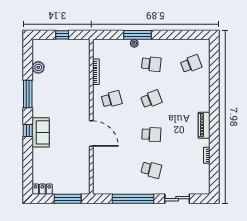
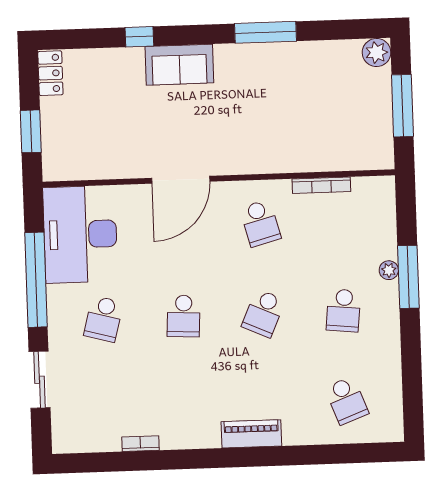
window: (62, 35) -> (402, 106), width x2.17
plant: (38, 67) -> (377, 52), moved
school desk: (151, 99) -> (263, 313), turned 45
piano: (204, 125) -> (251, 434), moved
window: (28, 131) -> (139, 37), moved
desk: (114, 179) -> (80, 234), added
window: (68, 199) -> (31, 131), width x0.69

